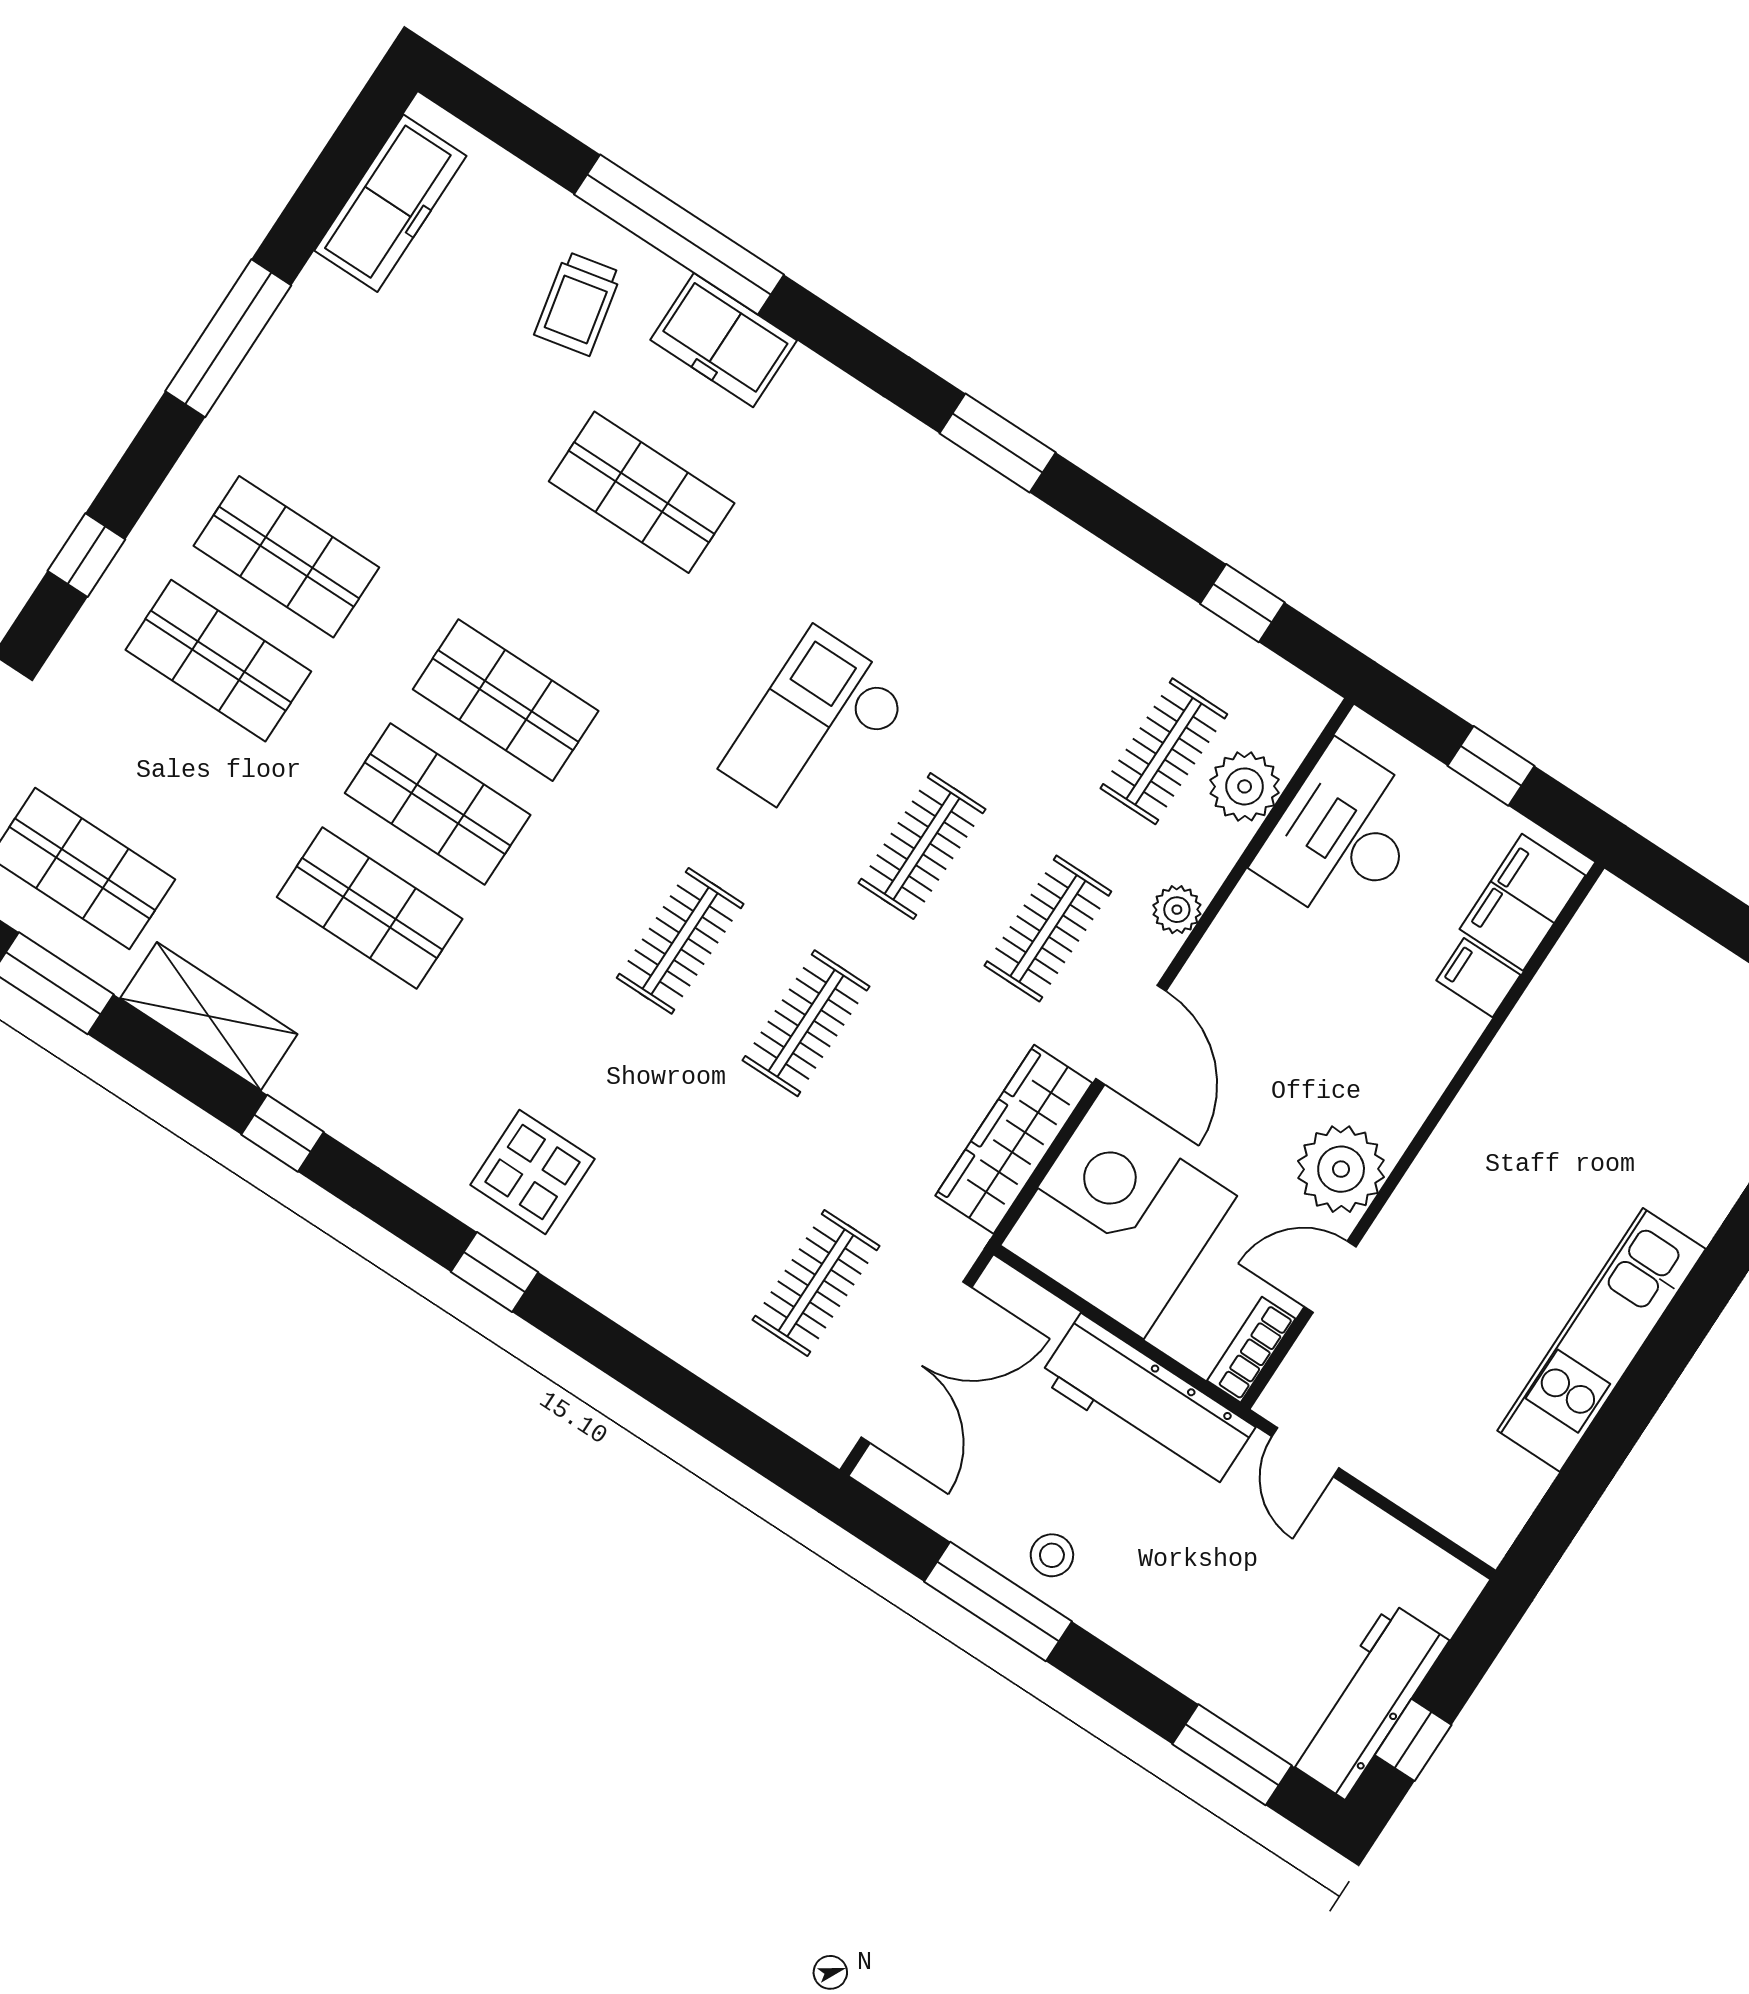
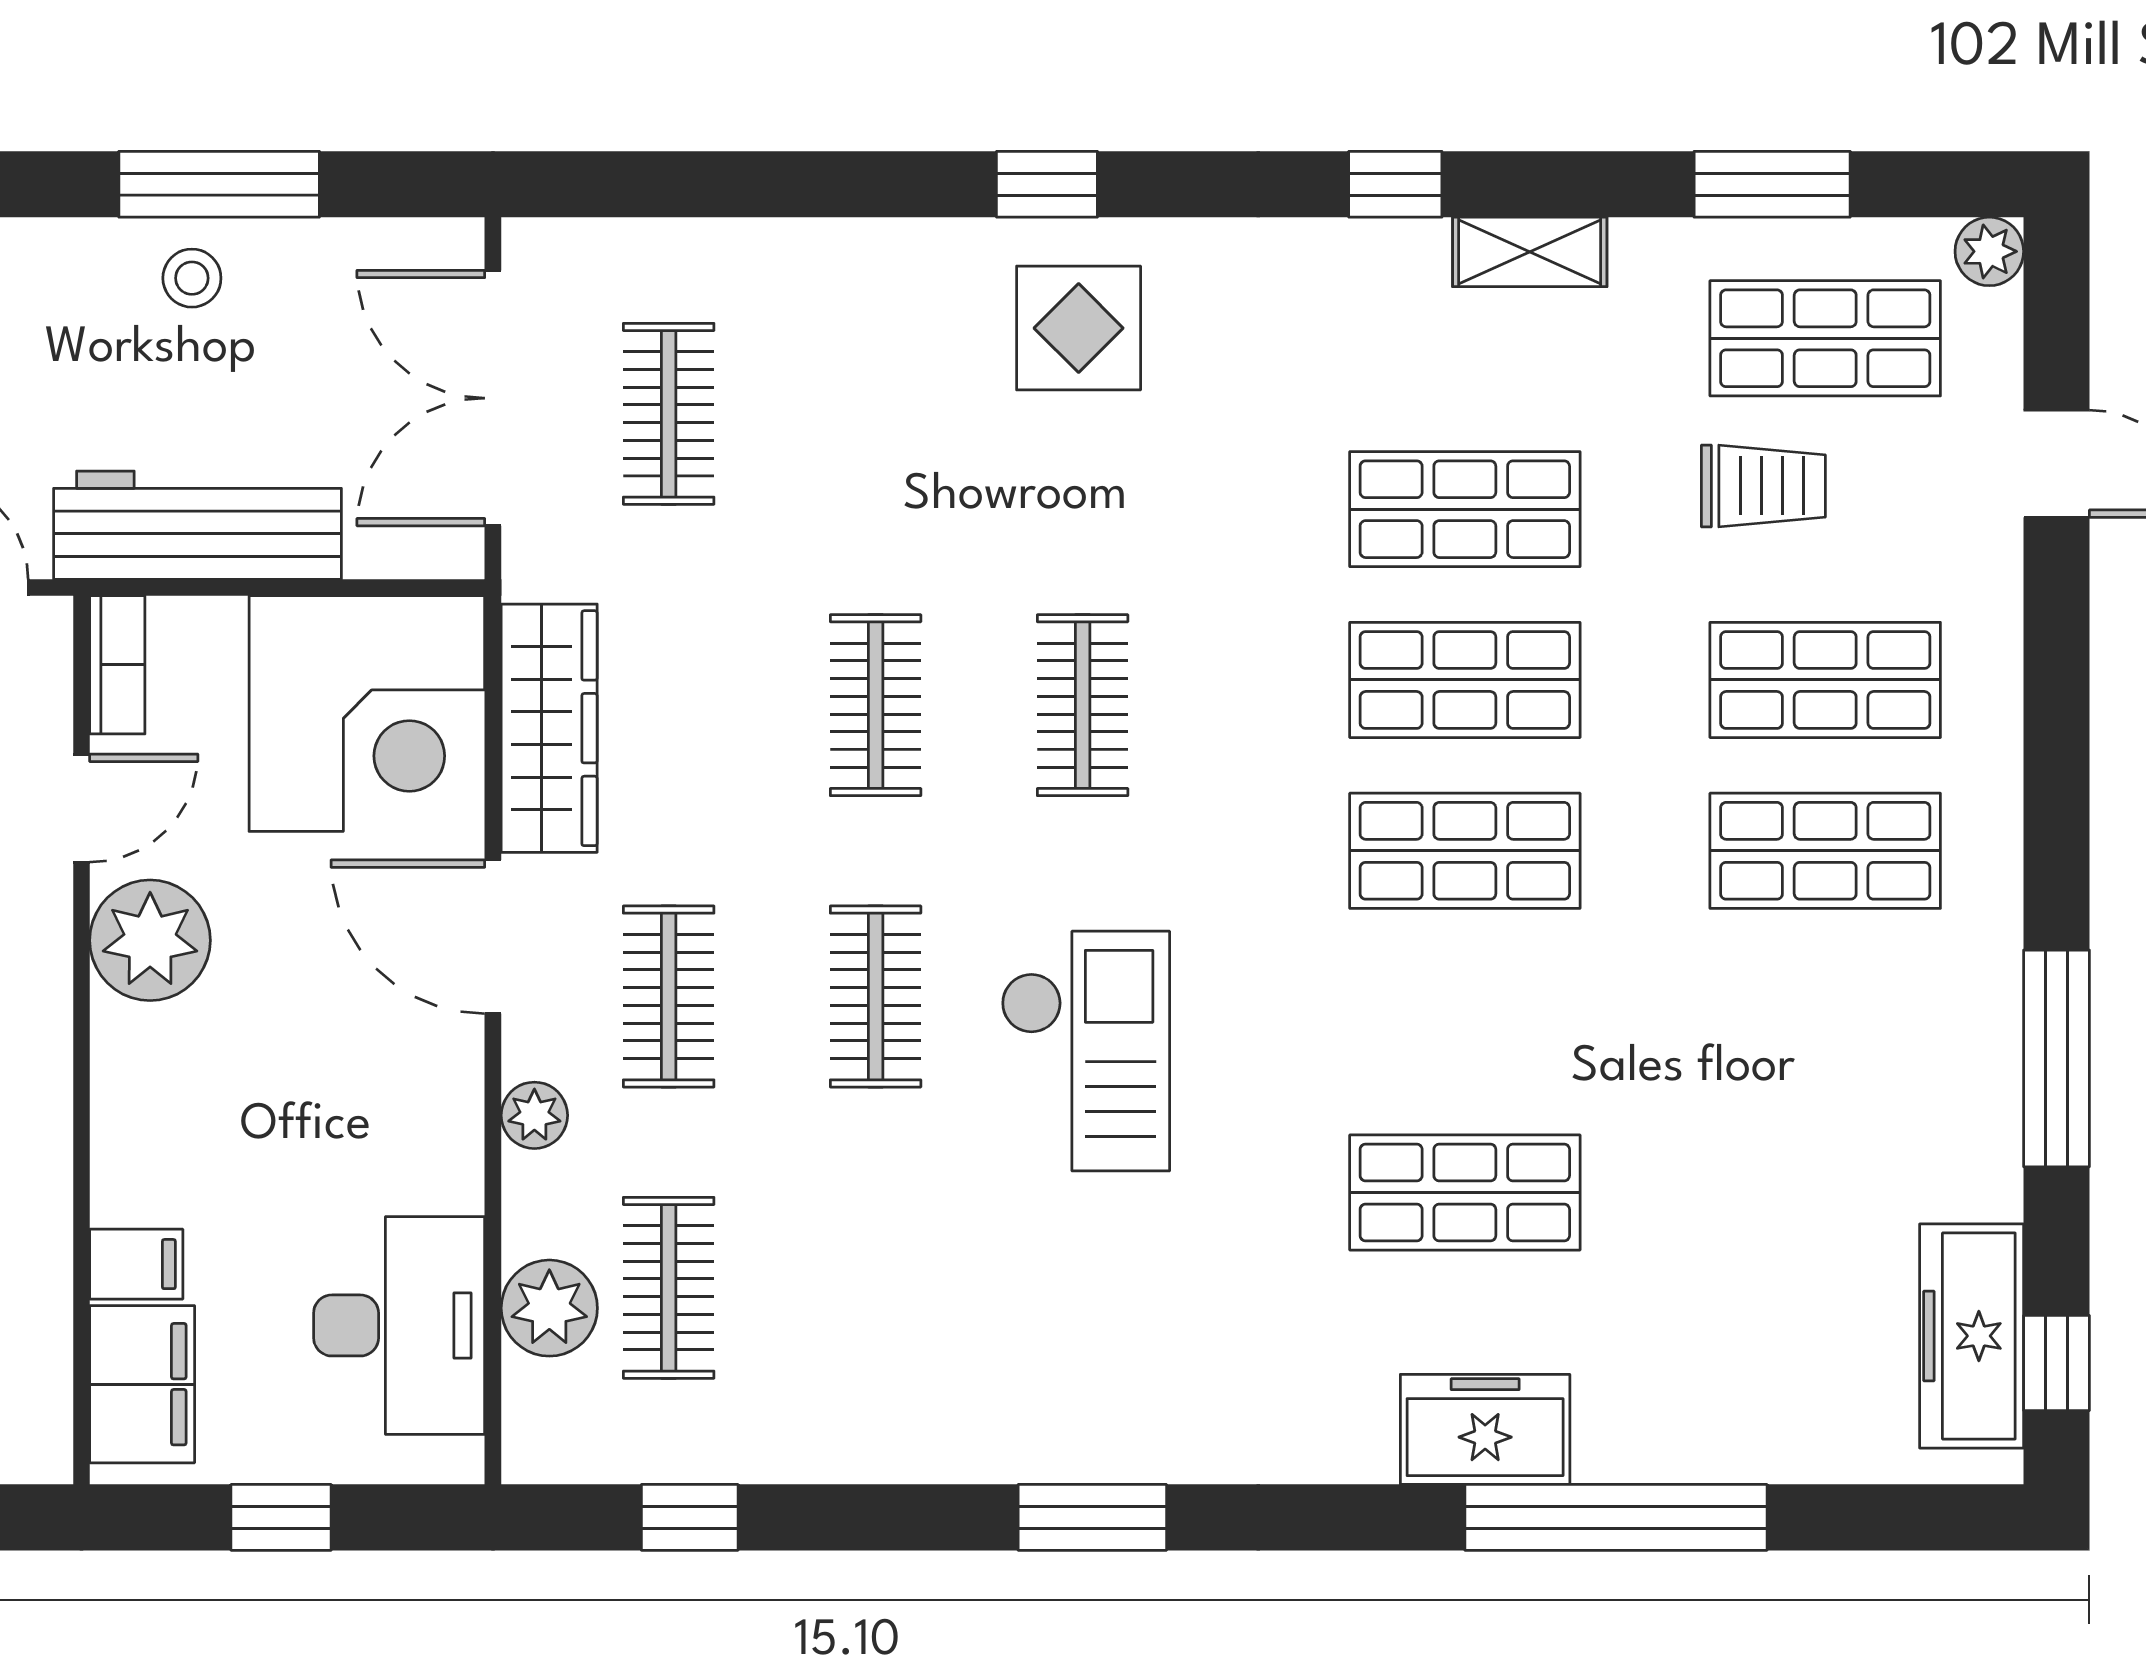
trolley: (578, 304) -> (1763, 486), moved, turned 102
window: (86, 555) -> (2056, 1363), moved
shelving: (209, 1016) -> (1530, 252), width x0.67, depth x0.75

